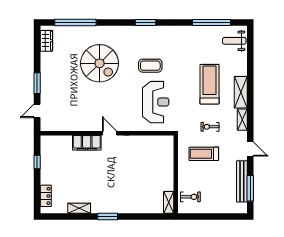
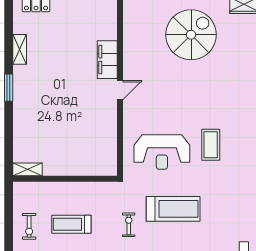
spiral stairs: (100, 63) -> (191, 35), moved, turned 180
treadmill: (209, 84) -> (173, 209), moved
treadmill: (204, 154) -> (71, 224), moved, turned -90
exercise bike: (190, 197) -> (29, 226), moved

